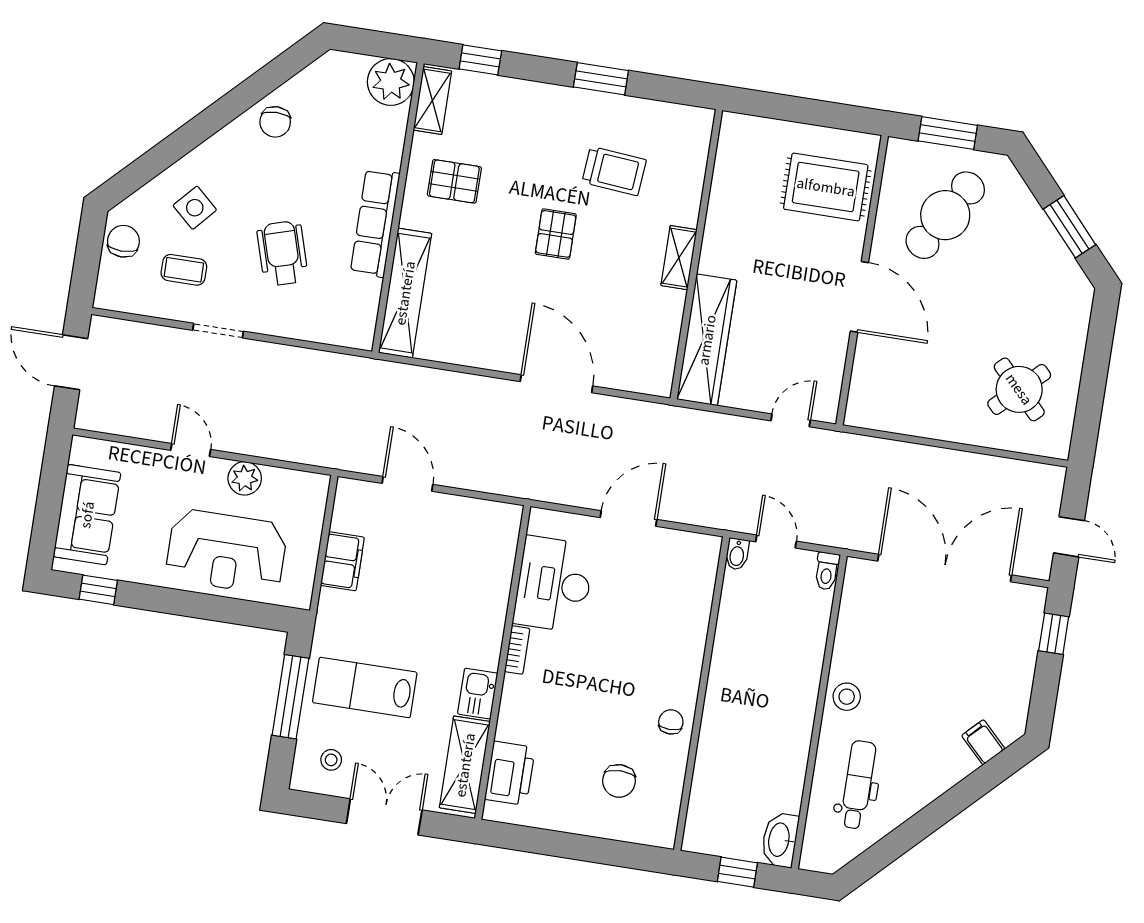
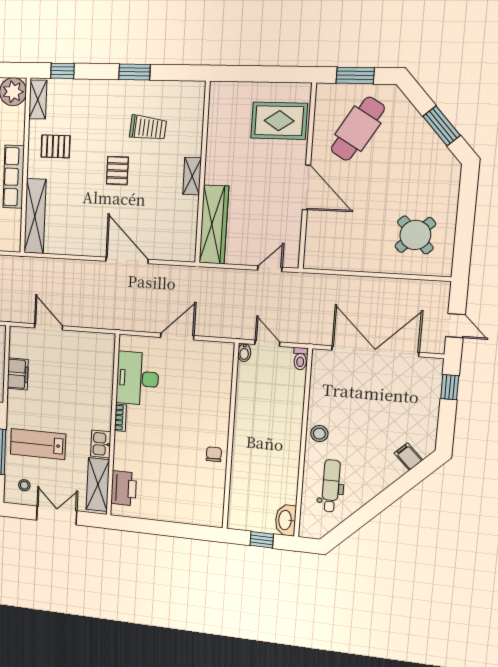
chair: (619, 781) -> (187, 490), removed

